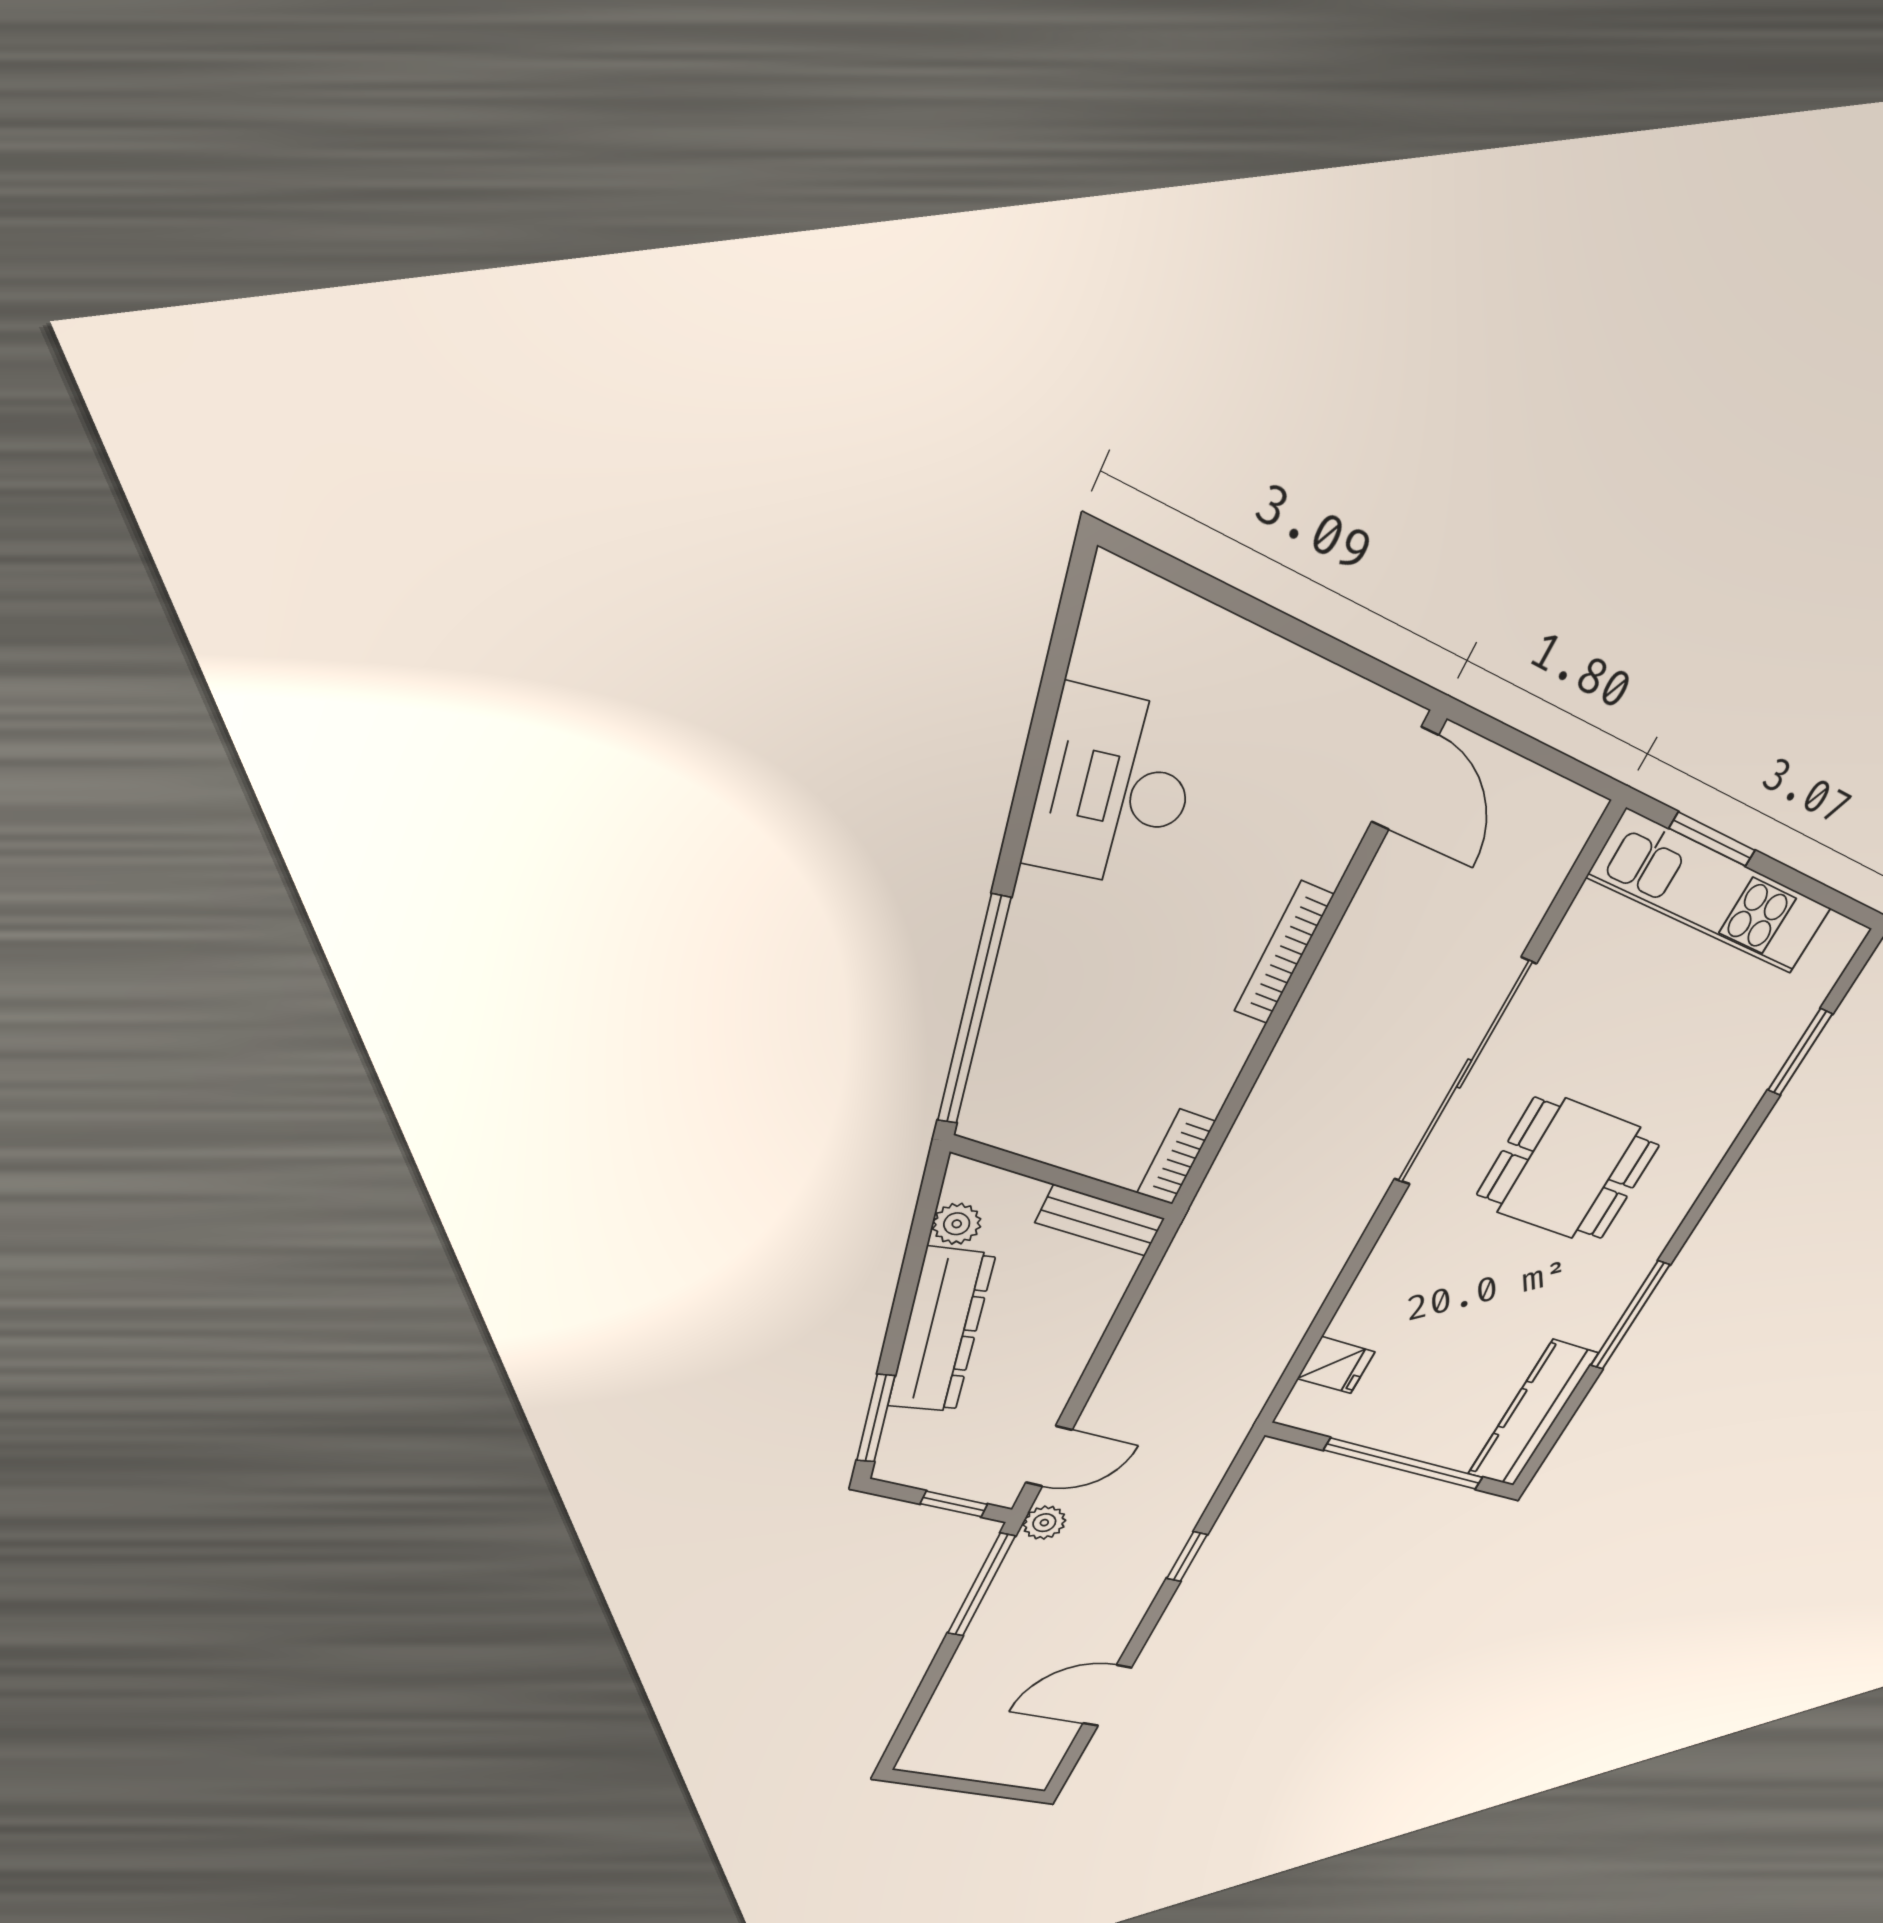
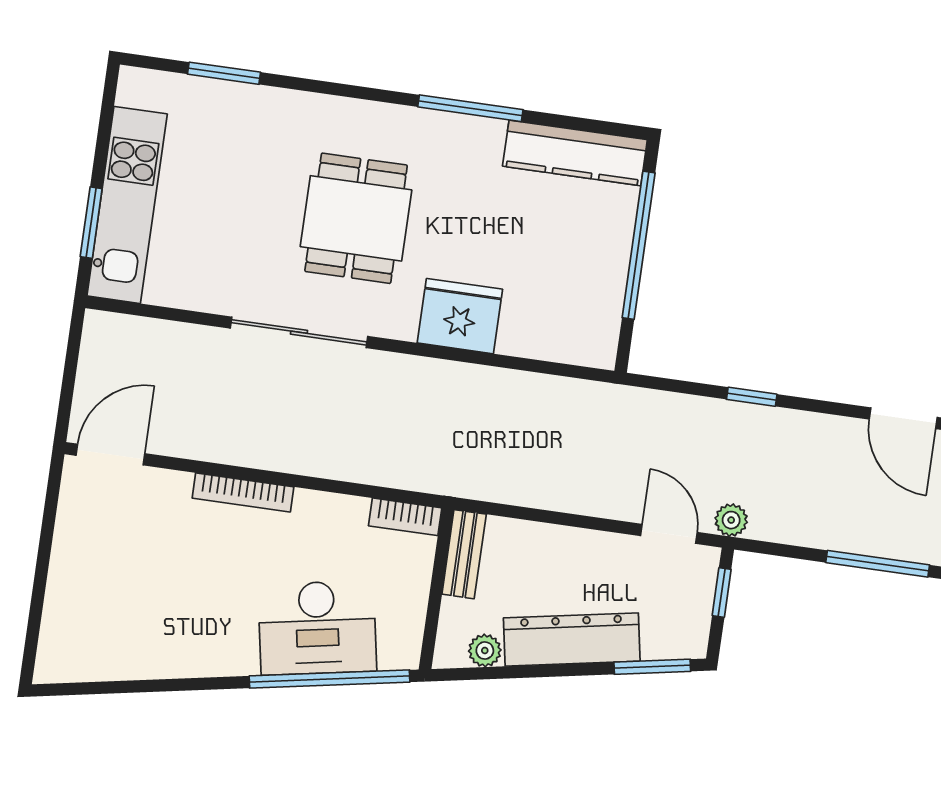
desk: (1114, 790) -> (317, 628), moved
sliding door: (1464, 1074) -> (299, 332), width x0.73
fridge: (1336, 1365) -> (460, 316), moved, width x1.88, depth x1.34
window: (981, 1585) -> (878, 564), moved

